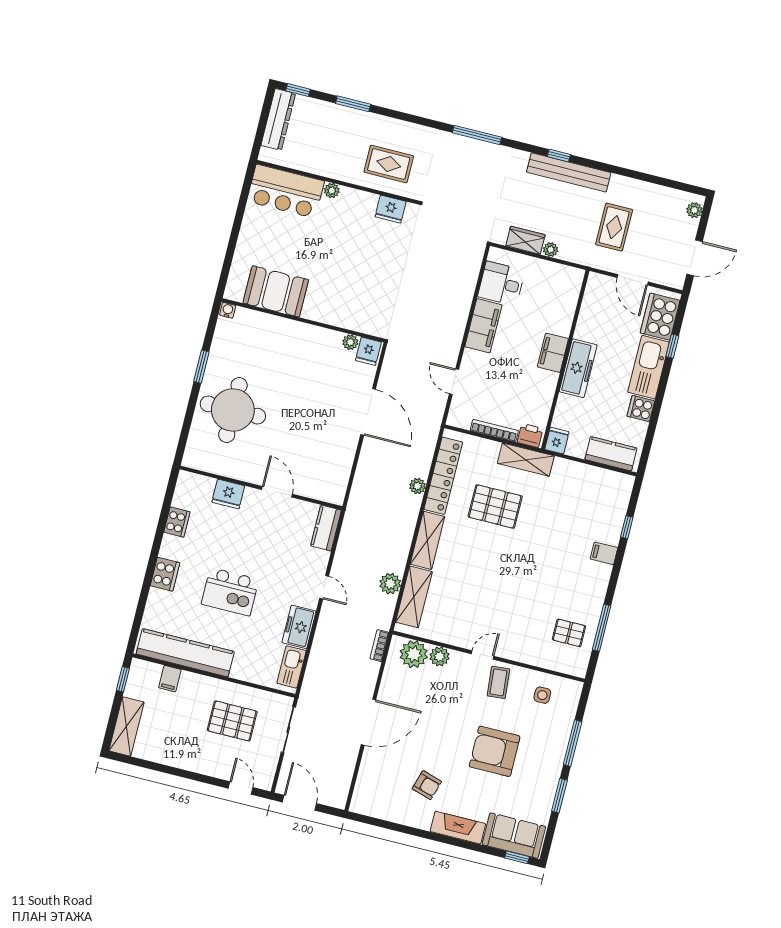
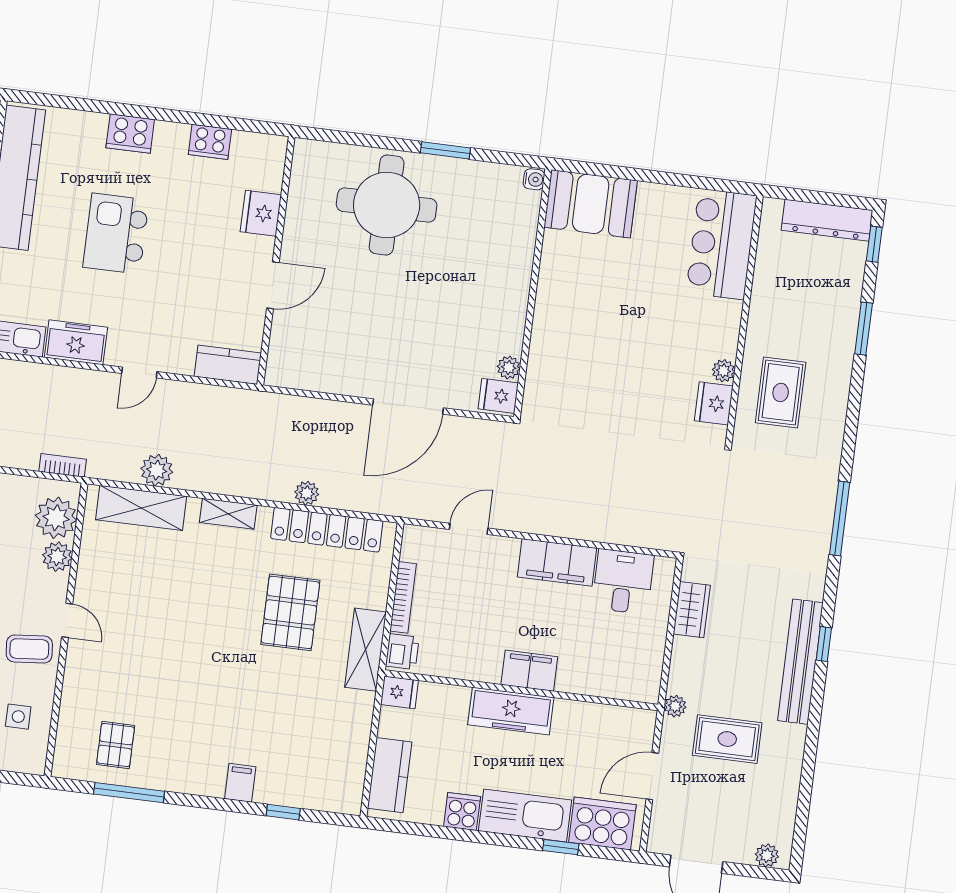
plant: (332, 191) -> (723, 371), moved
plant: (551, 250) -> (675, 706), moved
booth: (276, 291) -> (591, 204), moved, turned 90
shelving: (427, 540) -> (228, 514), width x0.67, depth x0.75

